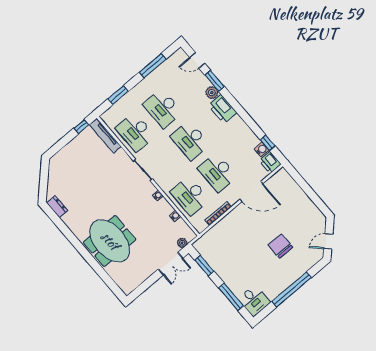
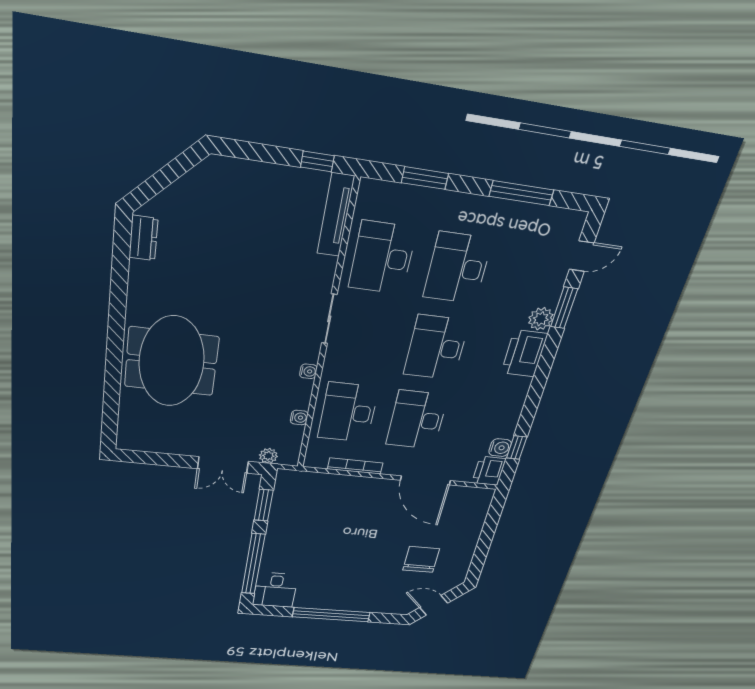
door: (197, 60) -> (582, 256), swing flipped
chair: (280, 246) -> (421, 559), moved
window: (231, 297) -> (253, 564), width x1.46

